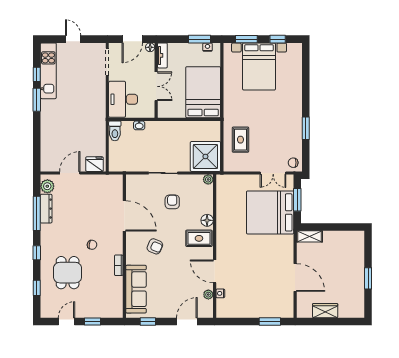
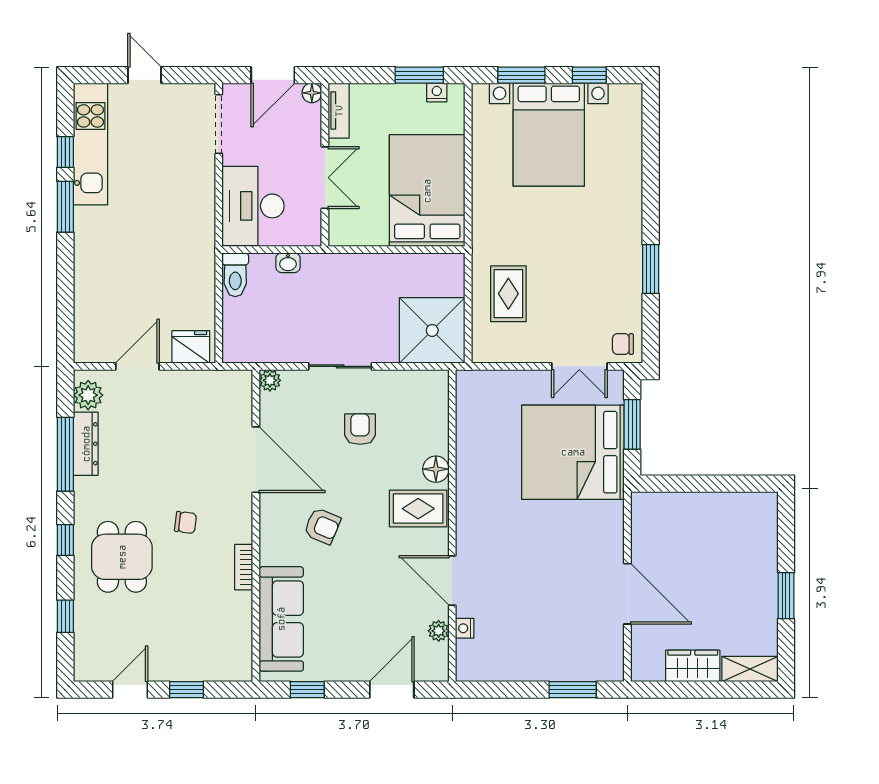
plant: (208, 179) -> (270, 380), moved
shelving: (309, 236) -> (750, 669), moved
dining table: (68, 273) -> (122, 557), moved

